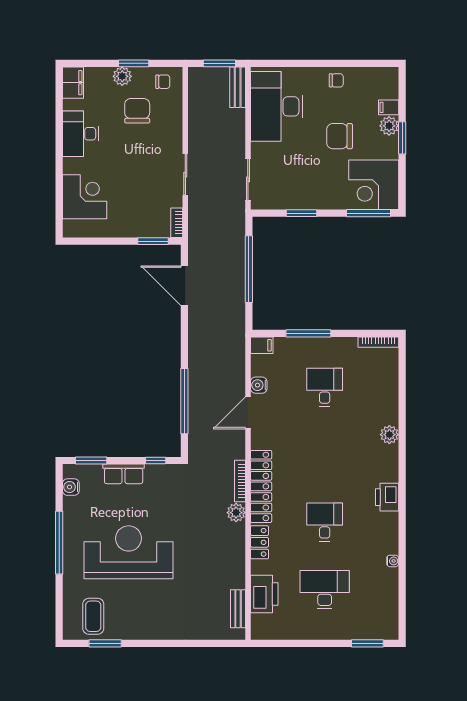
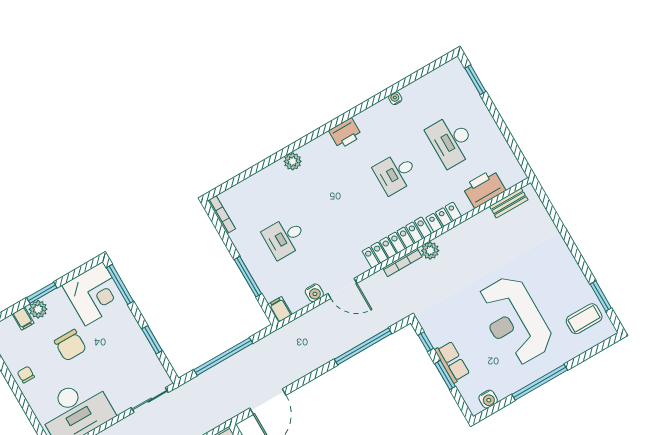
window: (91, 461) -> (445, 375), moved

